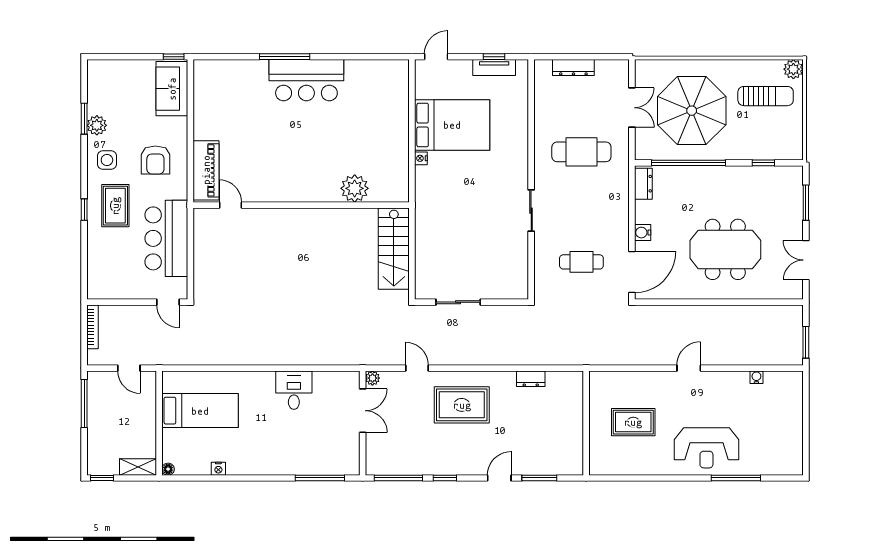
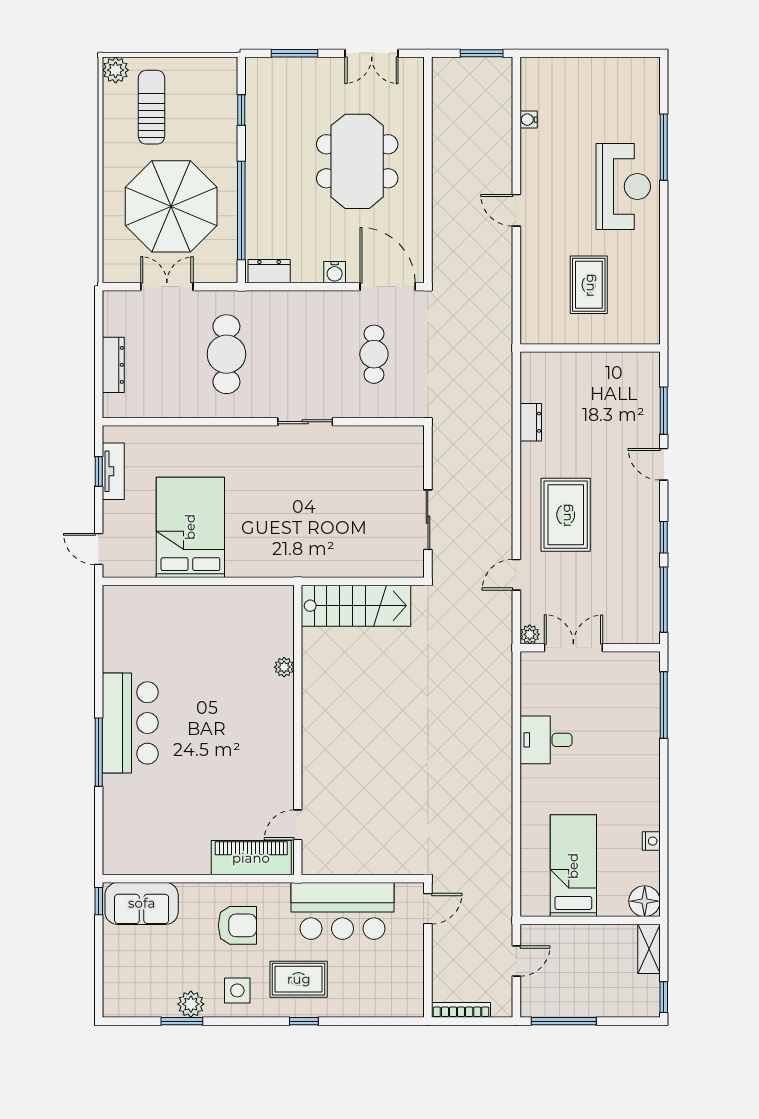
nightstand: (421, 158) -> (235, 569), removed
plant: (355, 188) -> (284, 667), width x0.53, depth x0.53
floor lamp: (168, 469) -> (645, 901), width x1.89, depth x1.89

